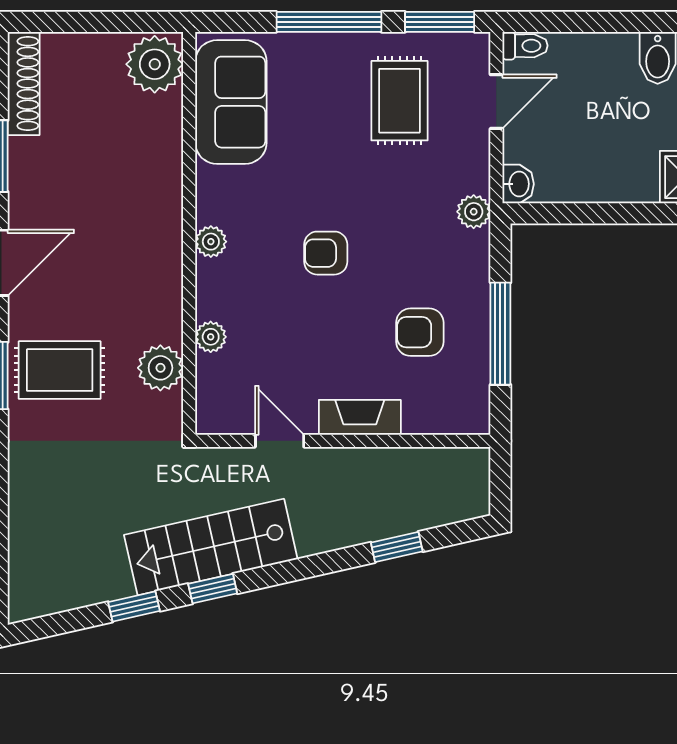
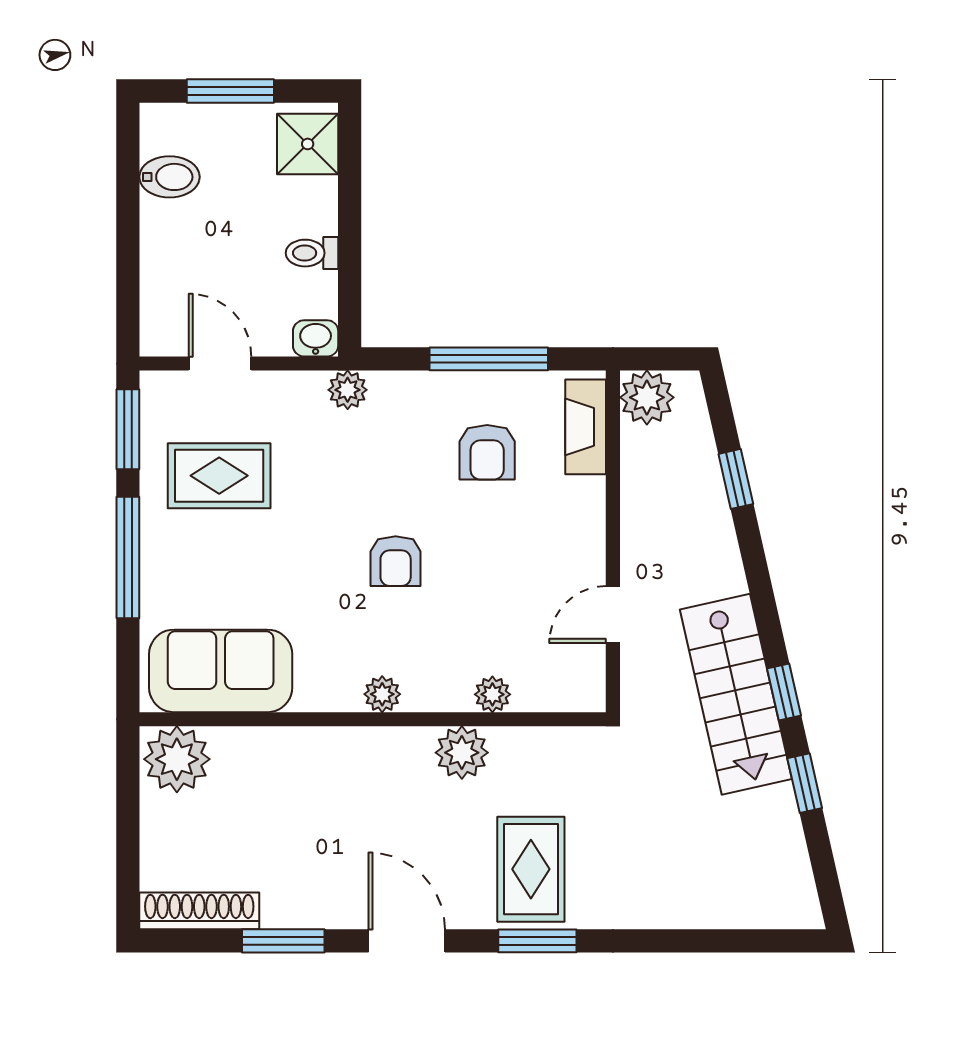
toilet: (525, 46) -> (312, 253), moved, turned -90
plant: (160, 368) -> (462, 753), moved
fireplace: (360, 417) -> (586, 427), moved
plant: (467, 470) -> (647, 397), added

